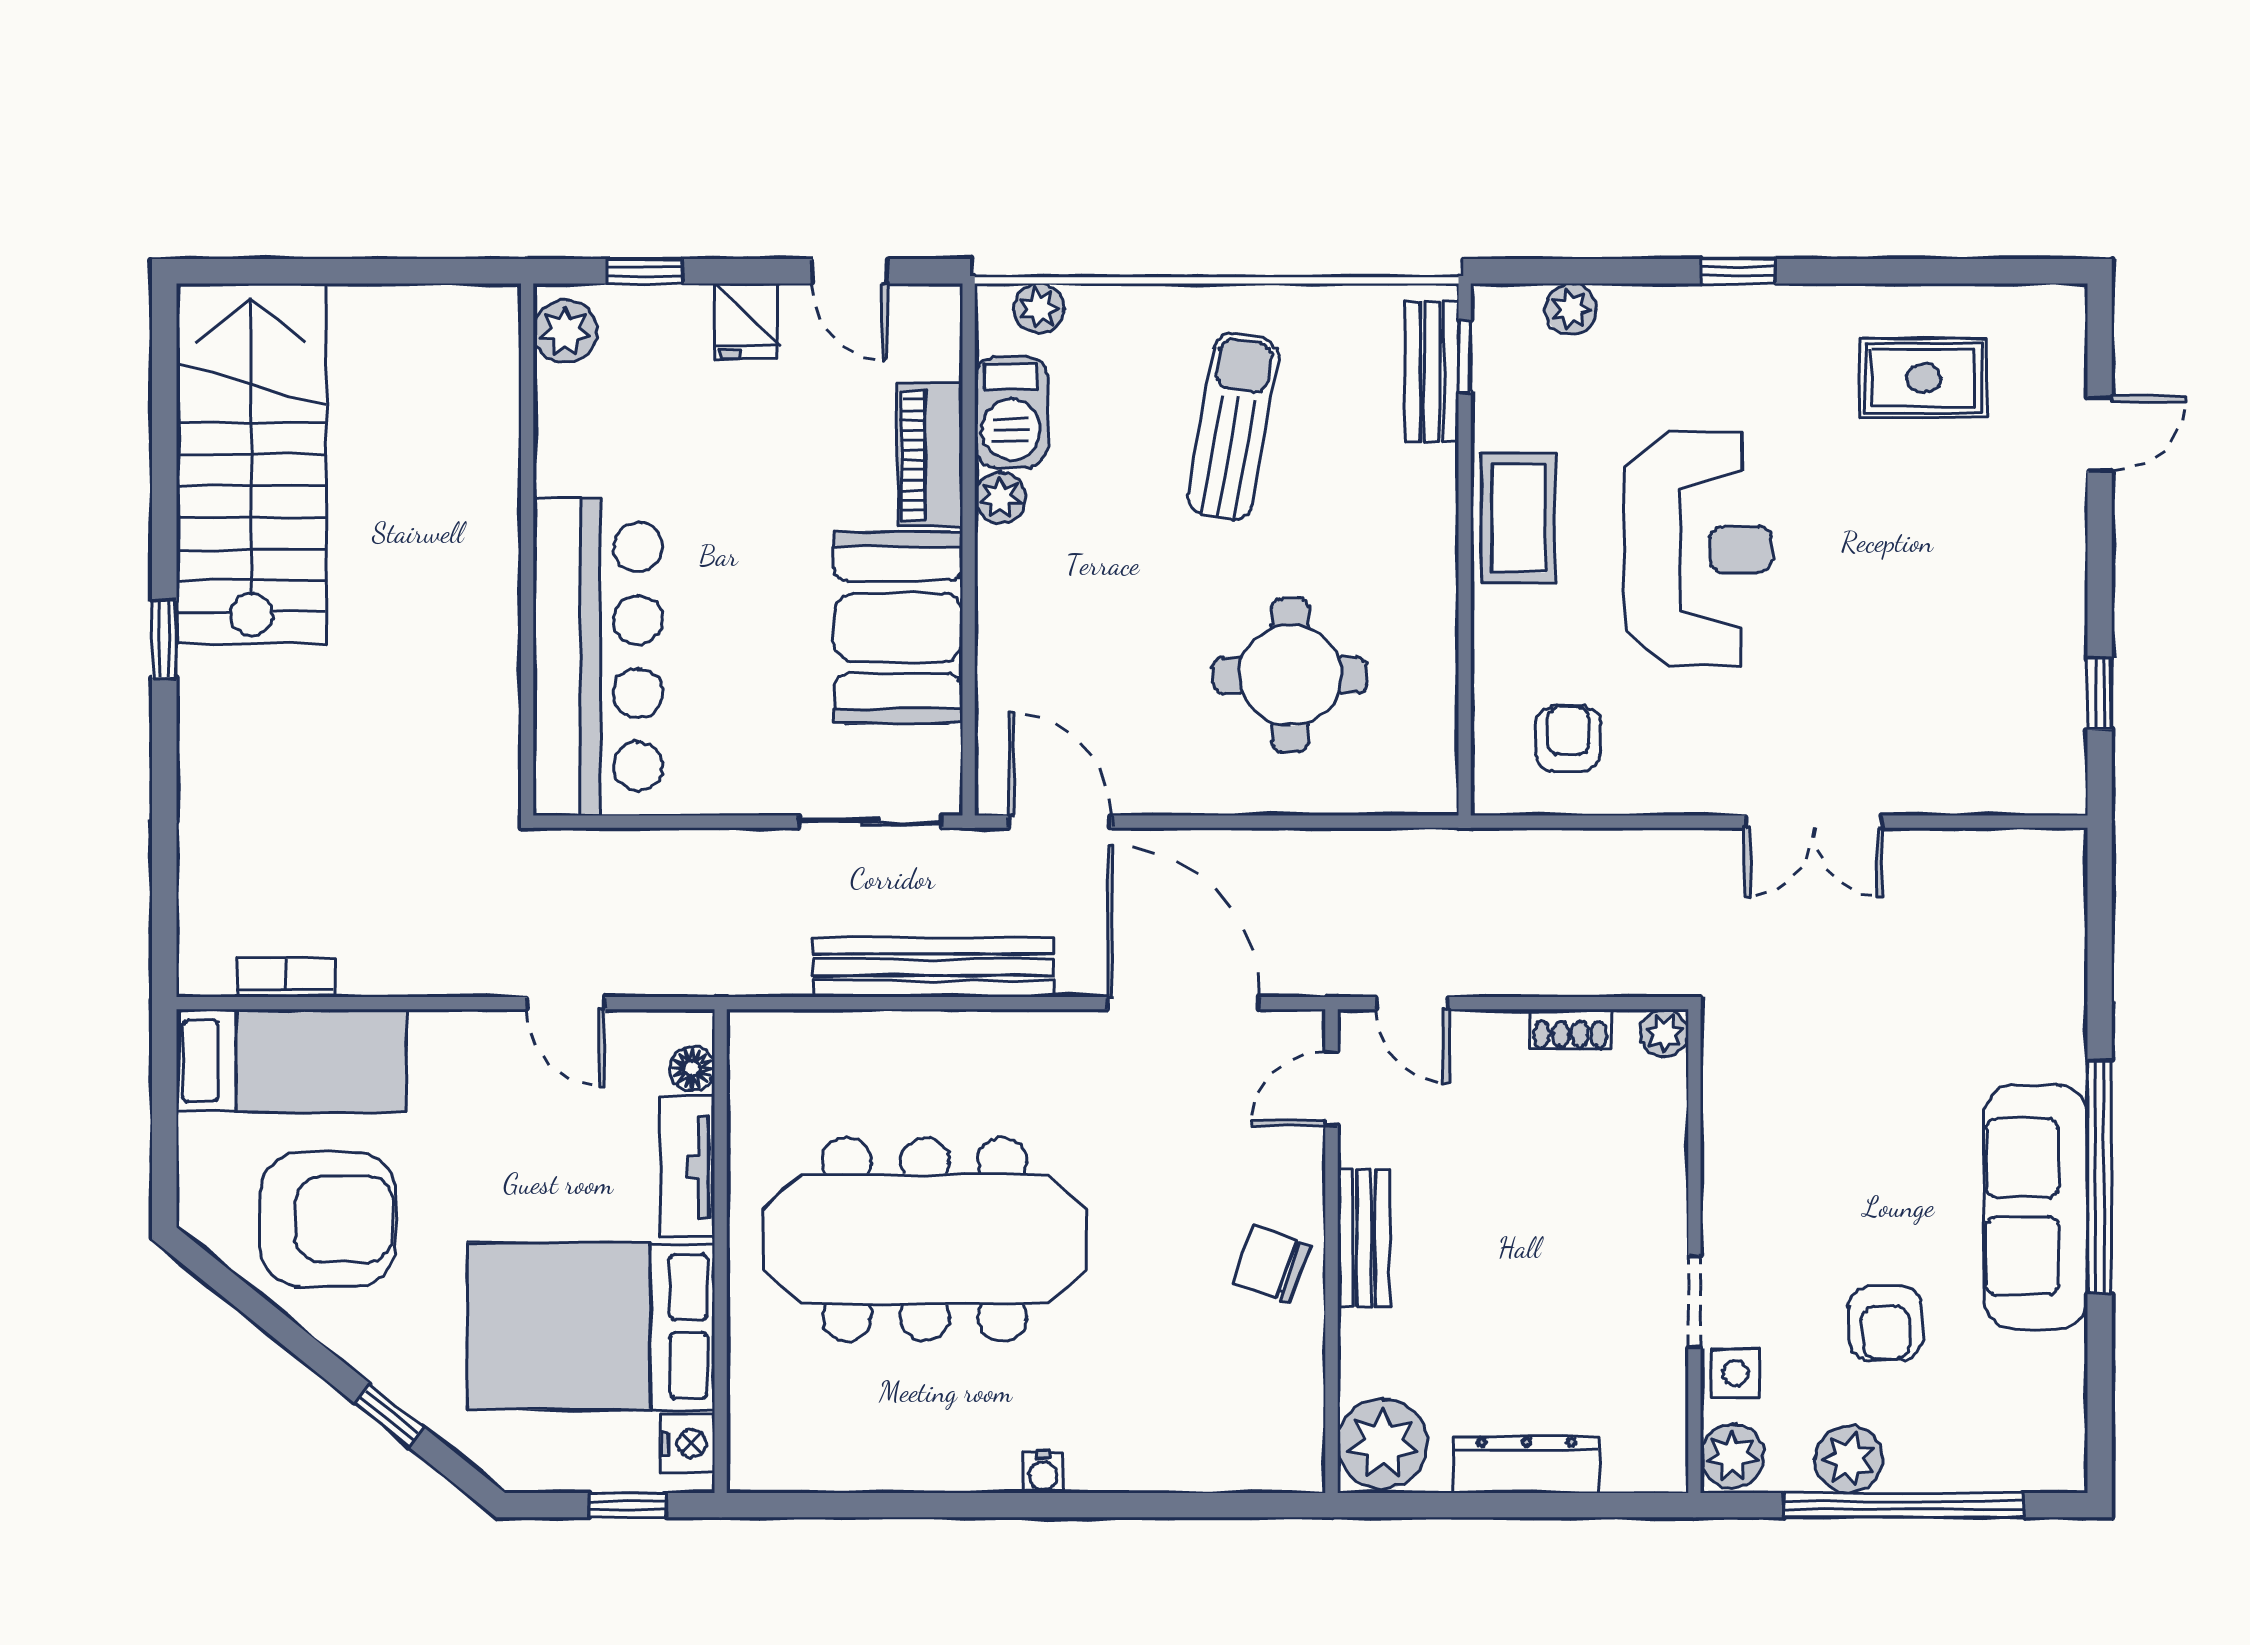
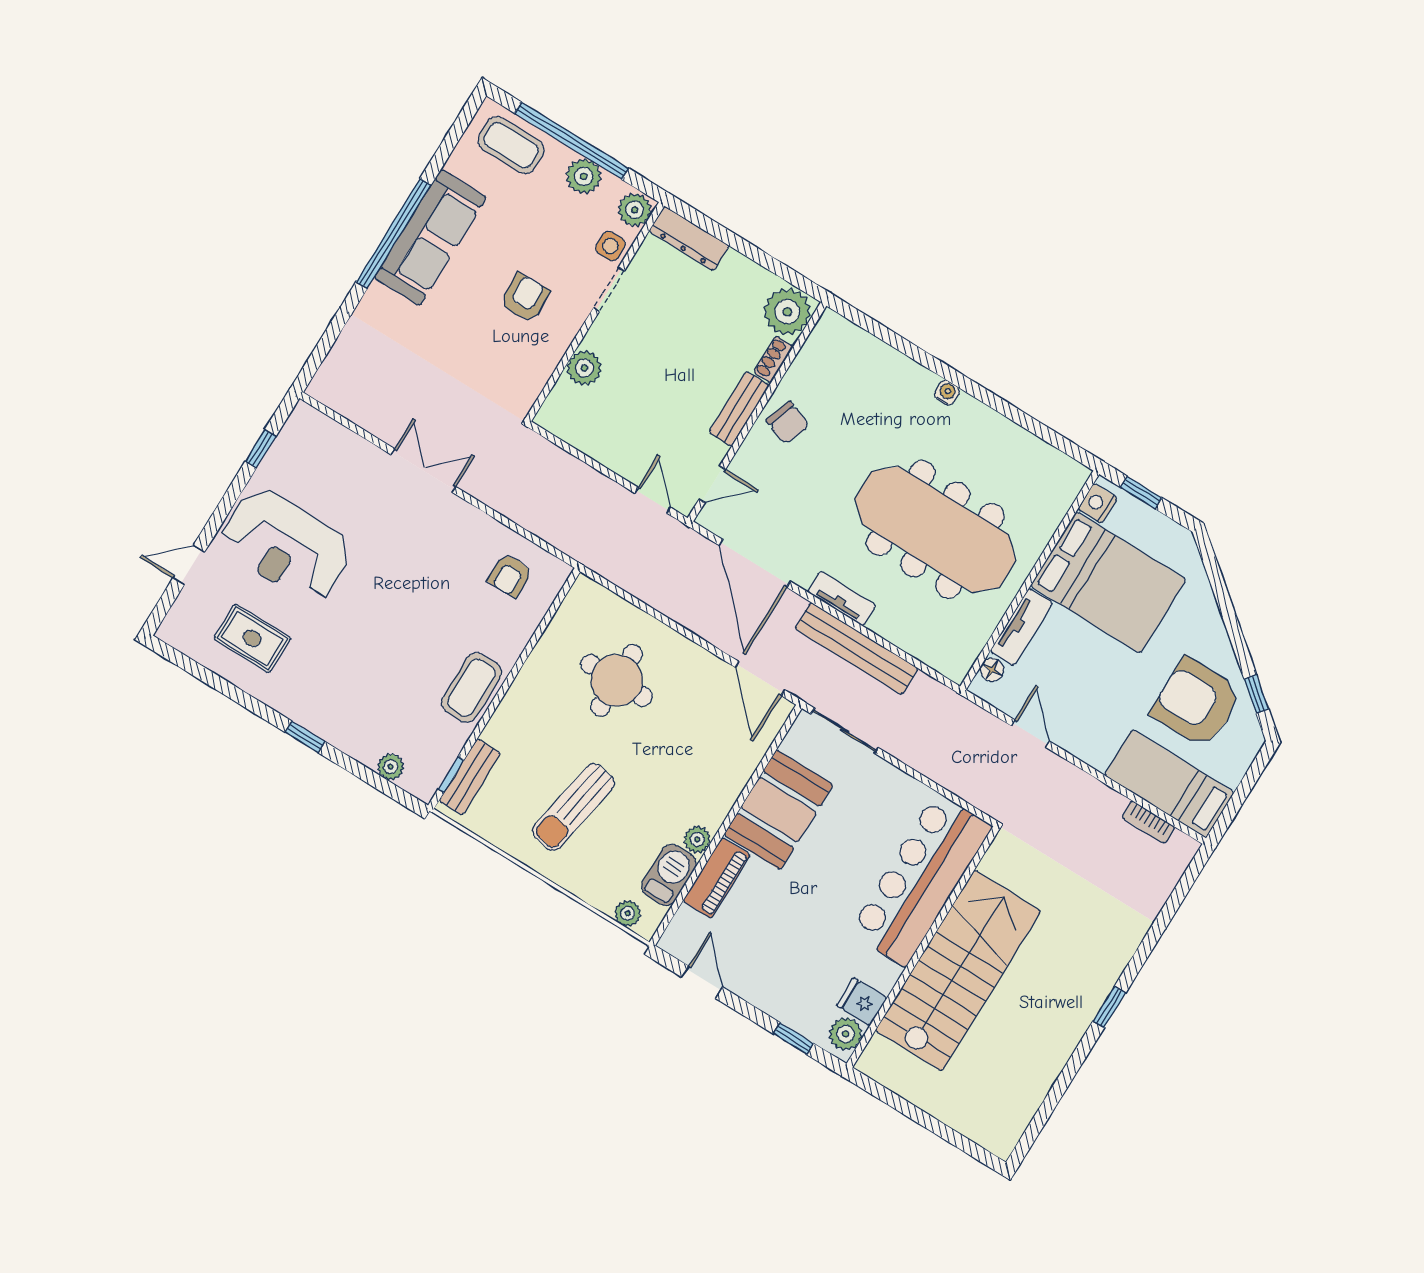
fridge: (747, 321) -> (862, 1002), moved, turned -90
stairs: (251, 463) -> (958, 971), moved, turned 180
reception desk: (1698, 549) -> (286, 546), moved, turned -90
shoe rack: (1570, 1029) -> (773, 359), moved, turned -90
tv unit: (1007, 1033) -> (842, 599), added
plant: (1664, 1033) -> (584, 368), moved, width x1.38, depth x1.38
armchair: (1886, 1323) -> (525, 298), moved
window: (389, 1415) -> (1256, 694), moved
coffee table: (1998, 1437) -> (511, 145), added
dresser: (1527, 1464) -> (689, 238), moved

